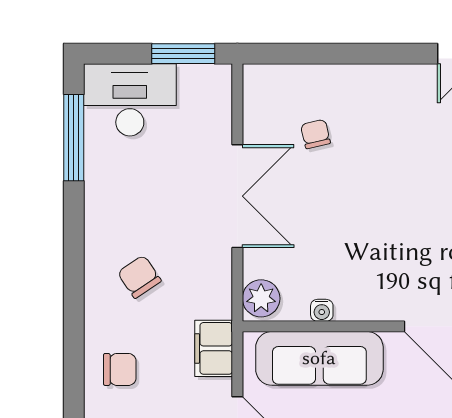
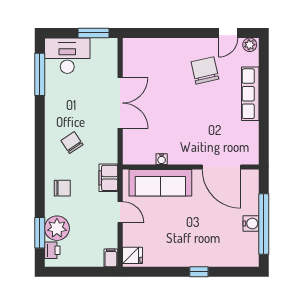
chair: (315, 134) -> (205, 70), moved, width x1.87, depth x1.87
plant: (261, 298) -> (132, 153), removed

